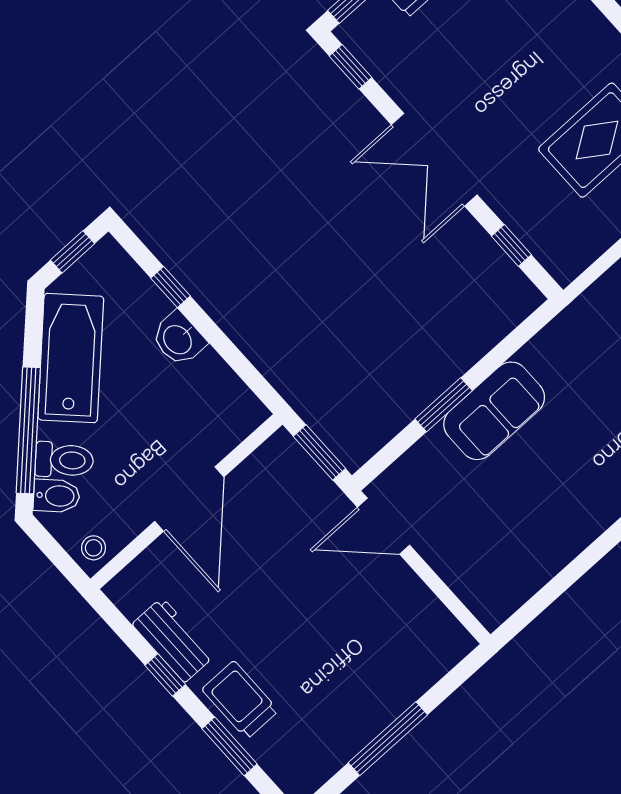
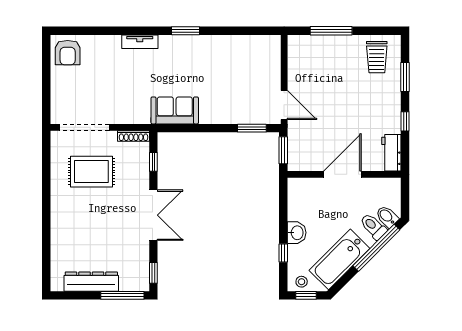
shoe rack: (581, 258) -> (133, 136), added
window: (444, 405) -> (252, 128), moved
sofa: (494, 411) -> (175, 110), moved
stool: (94, 548) -> (302, 282), moved
workbench: (173, 640) -> (391, 153), moved
trolley: (240, 700) -> (377, 57), moved
window: (388, 739) -> (331, 31), moved

